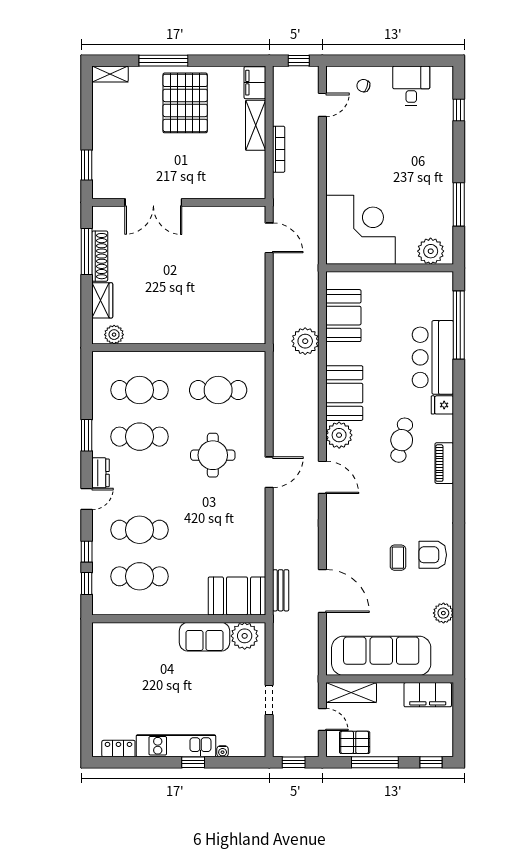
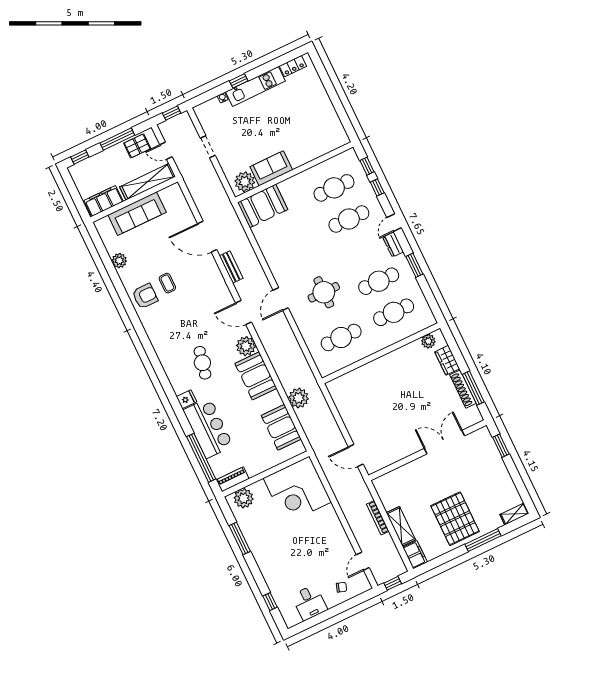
piano: (444, 463) -> (233, 479), moved, turned -90
bench: (281, 590) -> (231, 267), moved
sofa: (381, 656) -> (137, 214), width x0.74, depth x0.79
shelving: (351, 693) -> (148, 182), width x1.47

